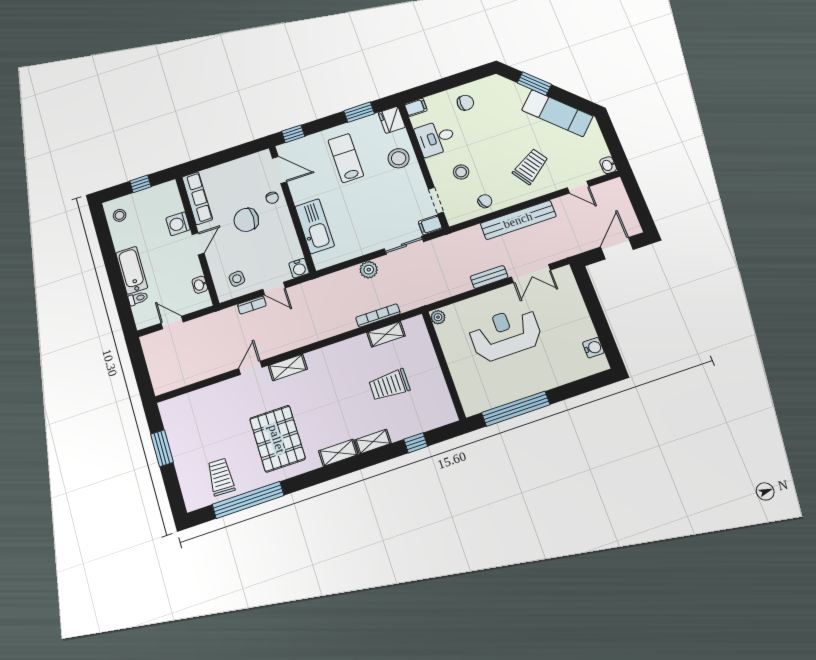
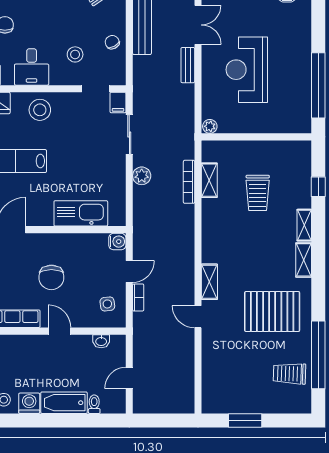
chair: (272, 198) -> (37, 246), removed
washing machine: (178, 224) -> (29, 403), moved, turned 180

